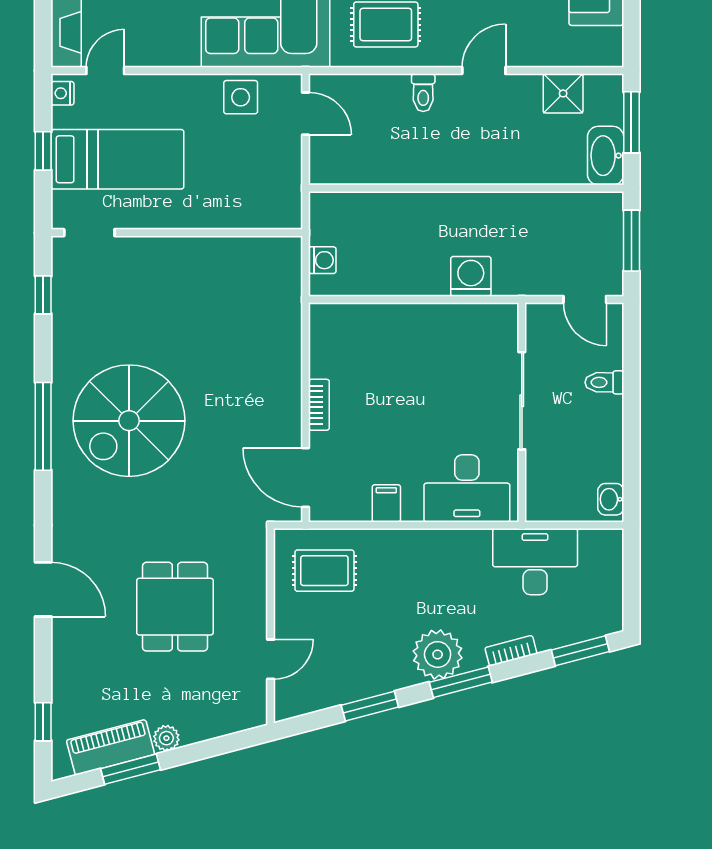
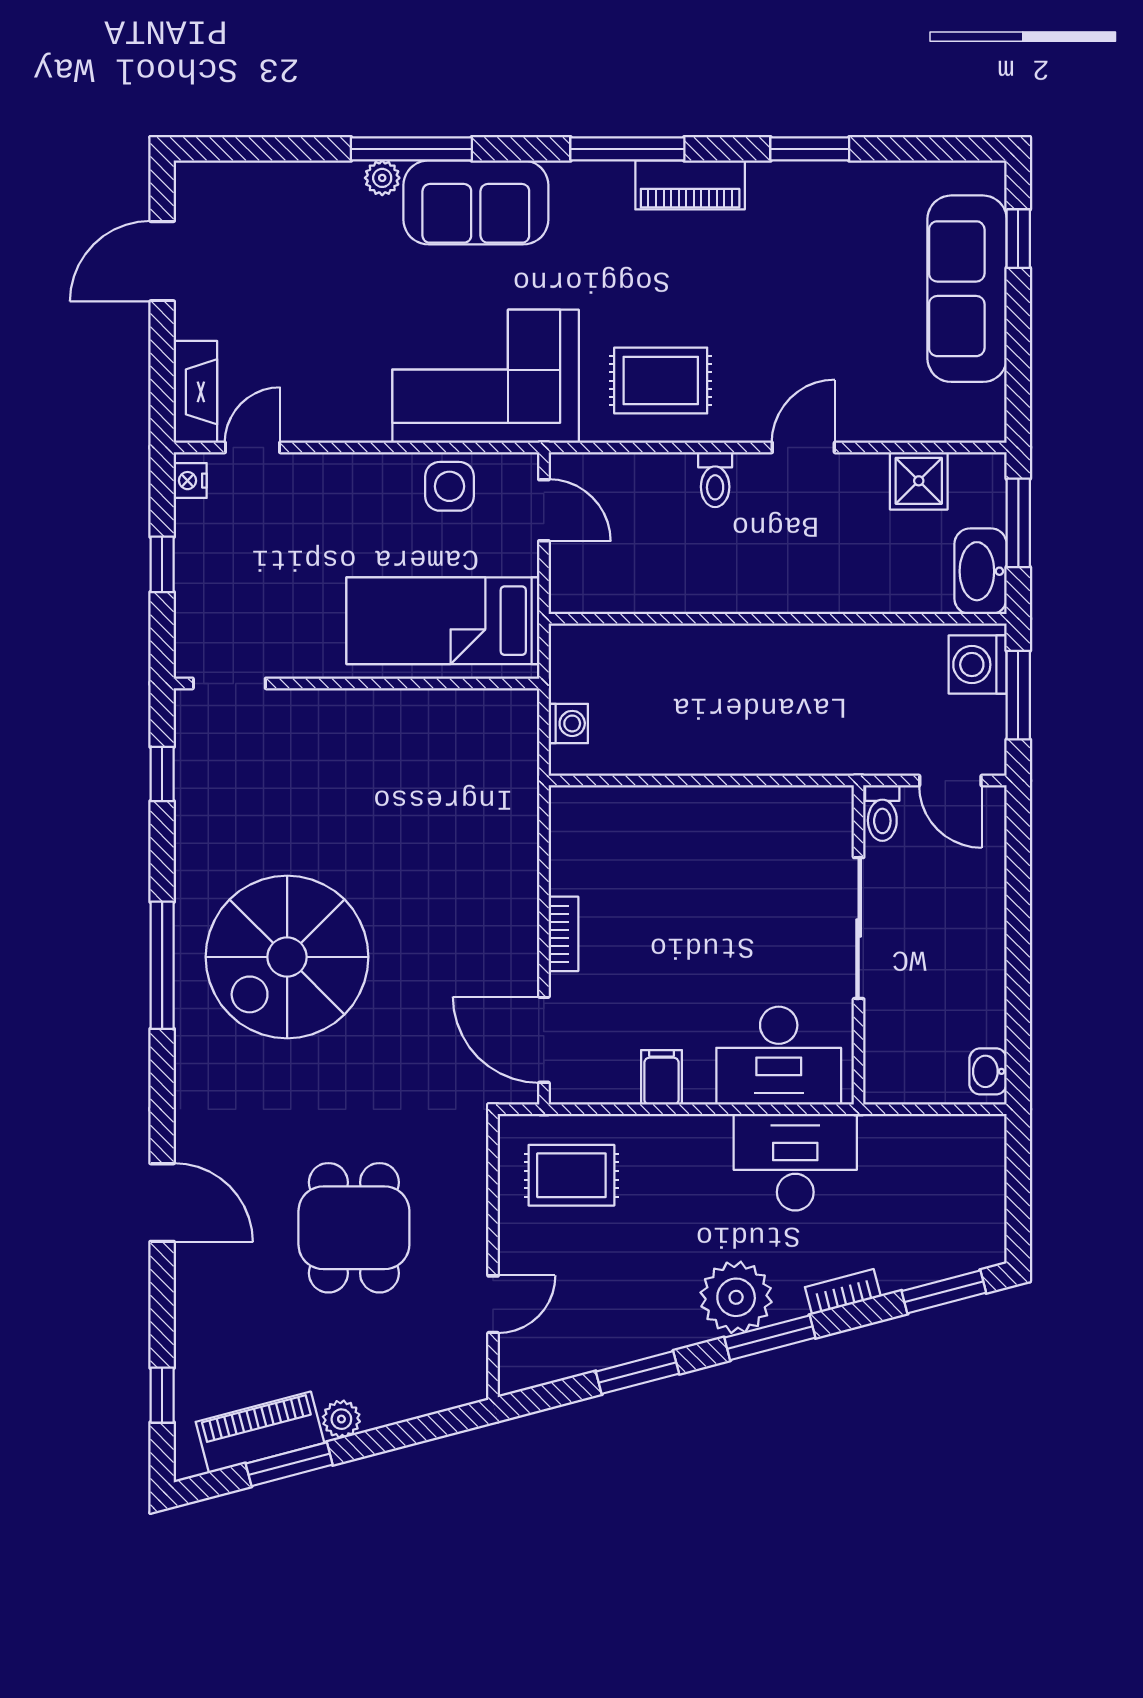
bed: (117, 159) -> (443, 621), moved, turned 180
washing machine: (471, 276) -> (978, 665), moved, turned -90
toilet: (604, 382) -> (882, 813), moved, turned -90
desk: (535, 562) -> (795, 1162), moved

